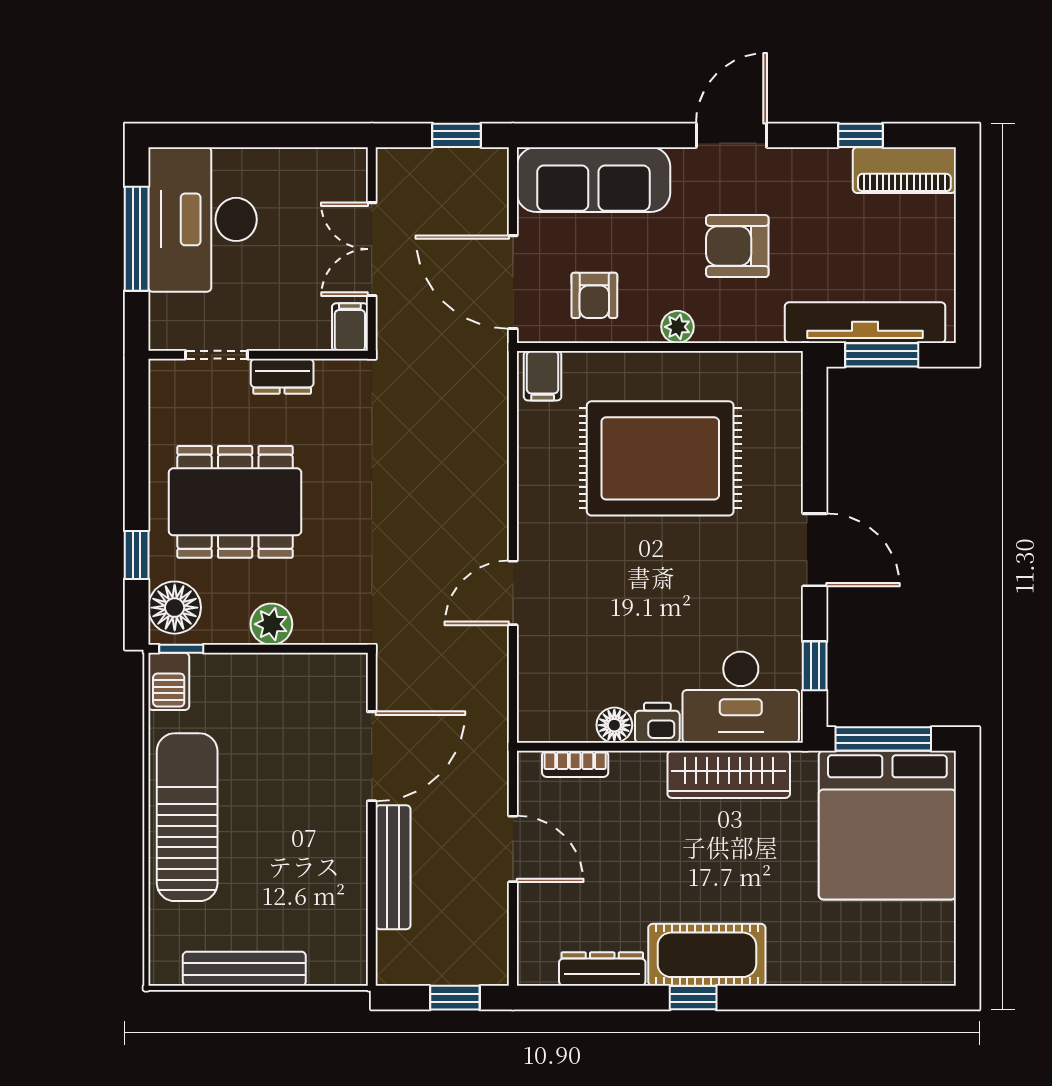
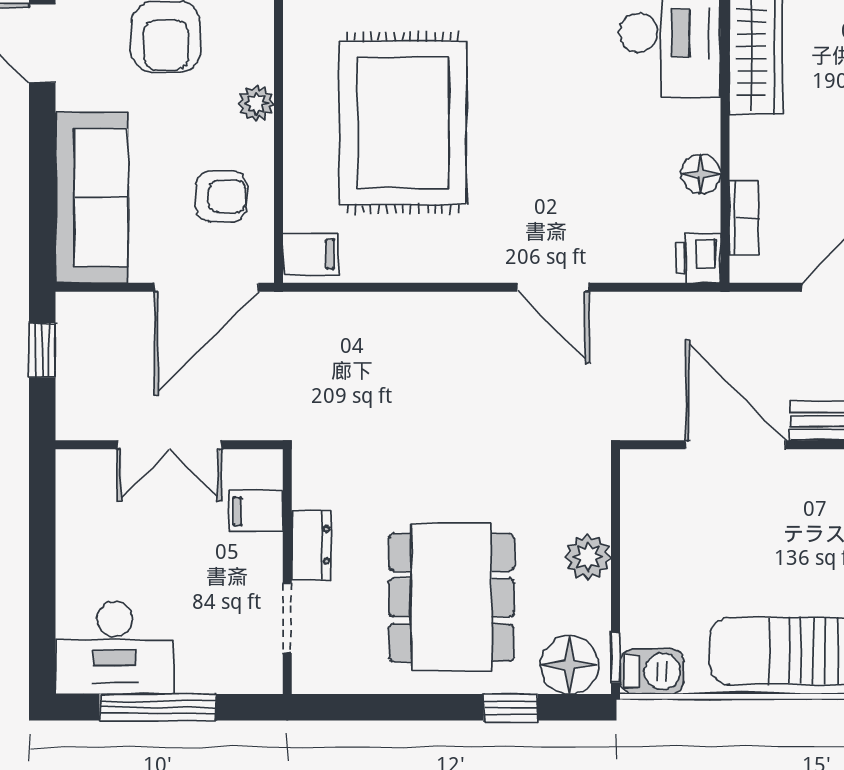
desk: (203, 219) -> (115, 648), width x0.73, depth x0.77
filing cabinet: (350, 327) -> (256, 511), moved
printer: (657, 723) -> (698, 258), moved

